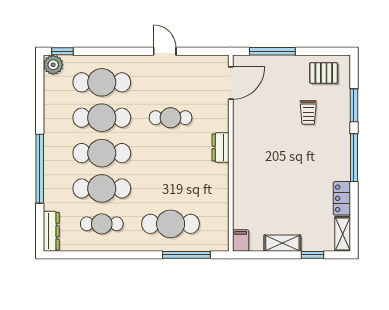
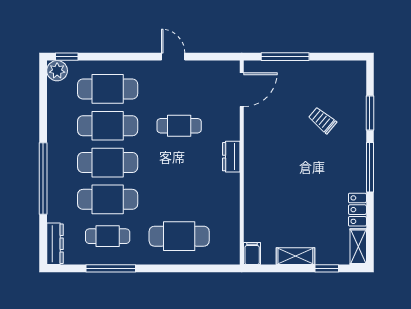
pallet: (324, 73) -> (338, 79), removed
trolley: (308, 112) -> (322, 120), turned 130
window: (186, 255) -> (111, 268), moved

